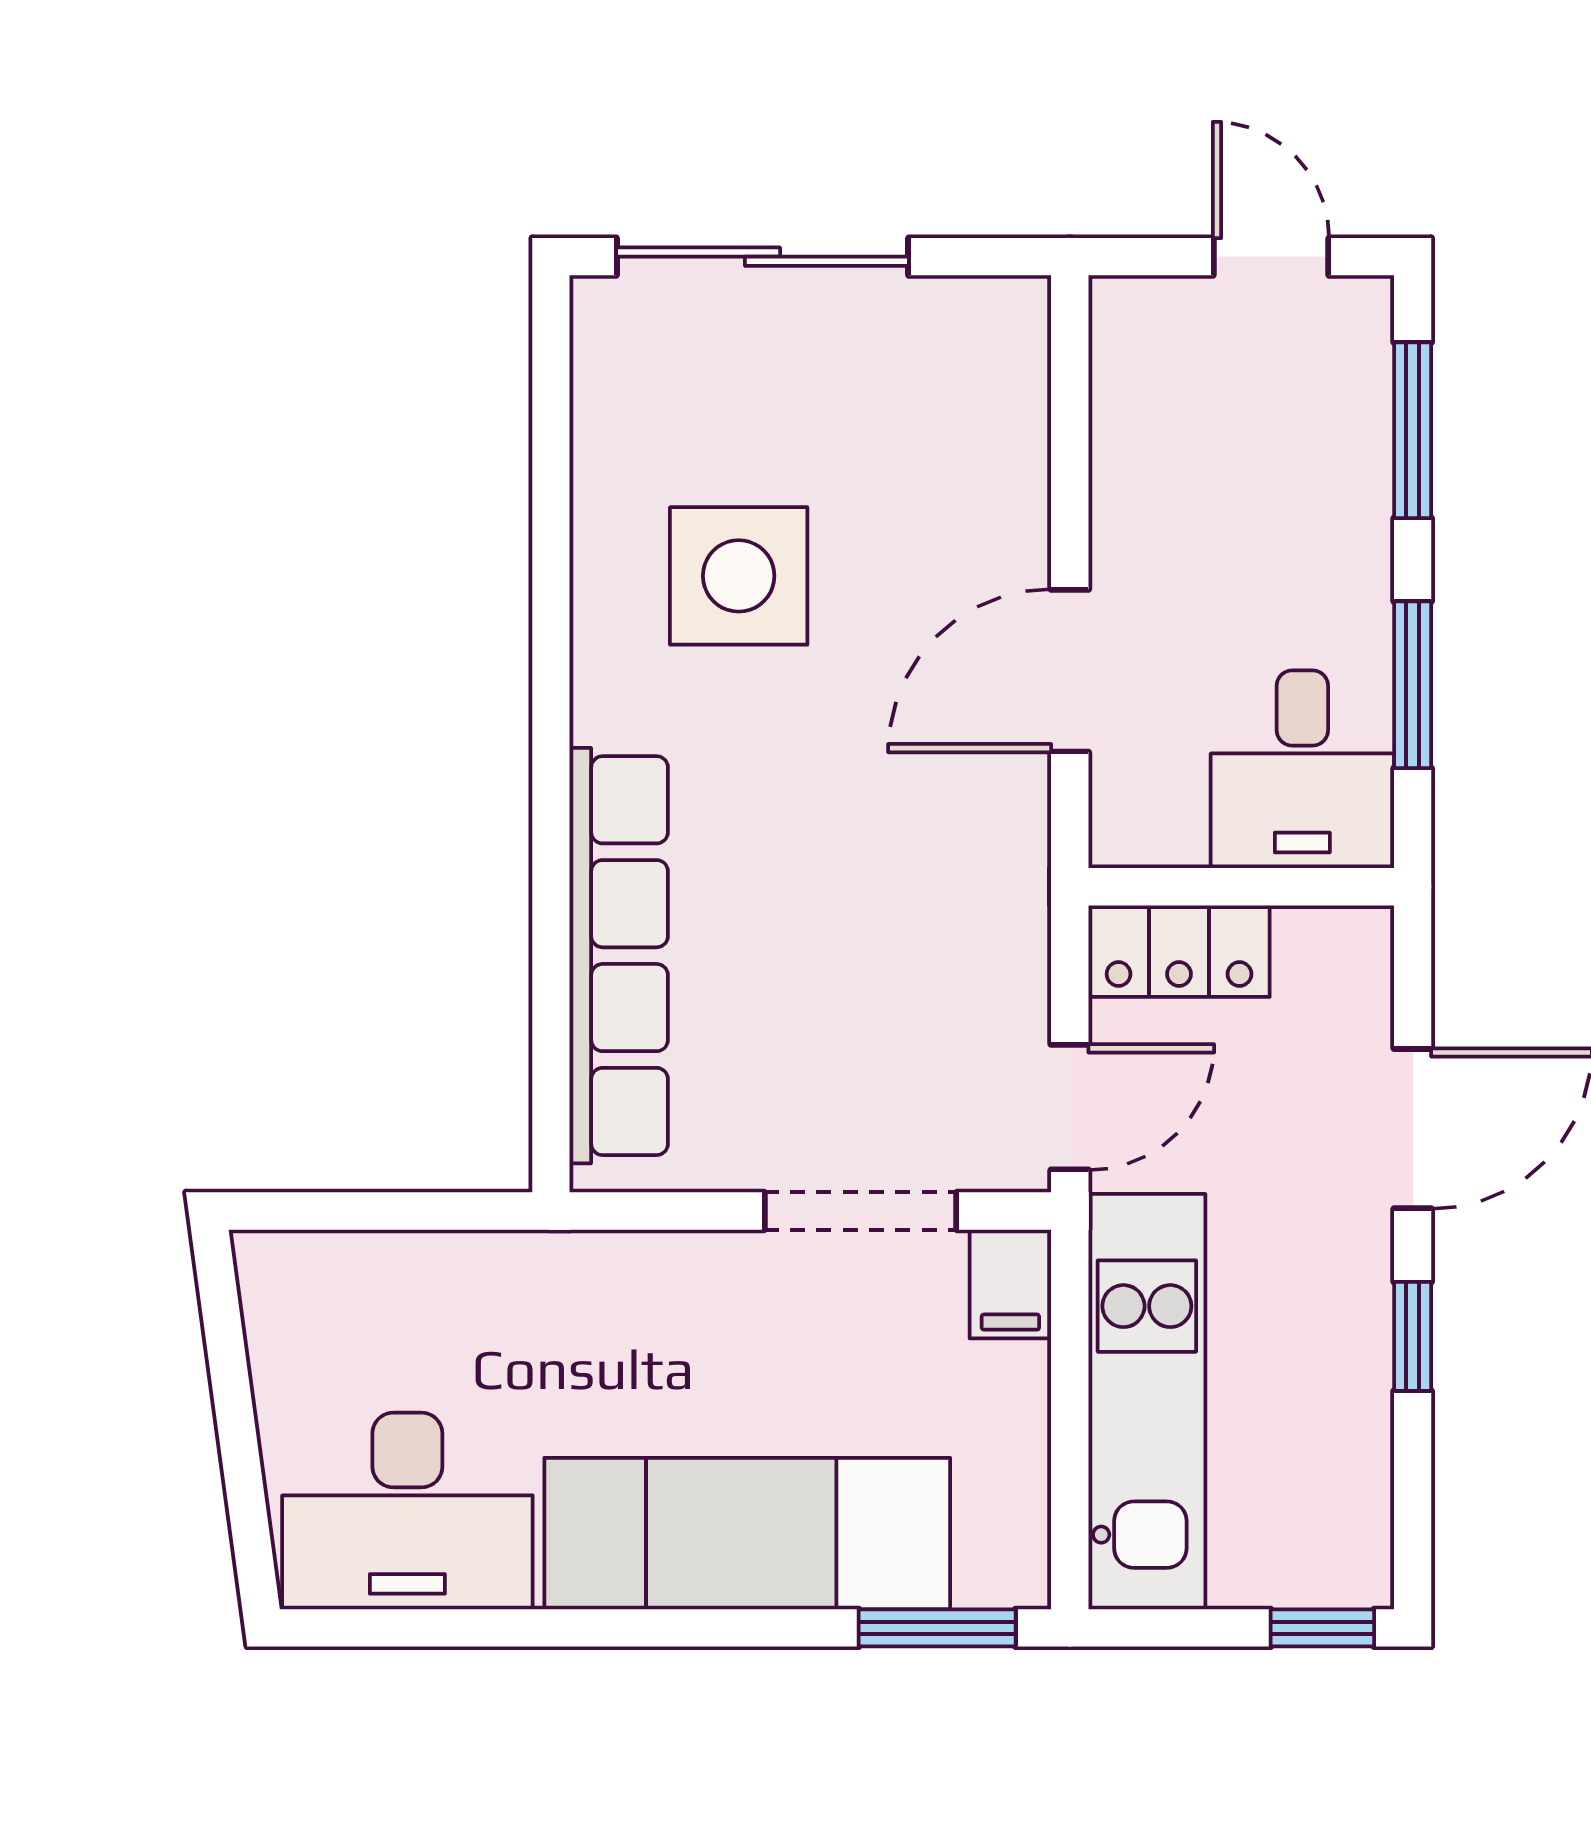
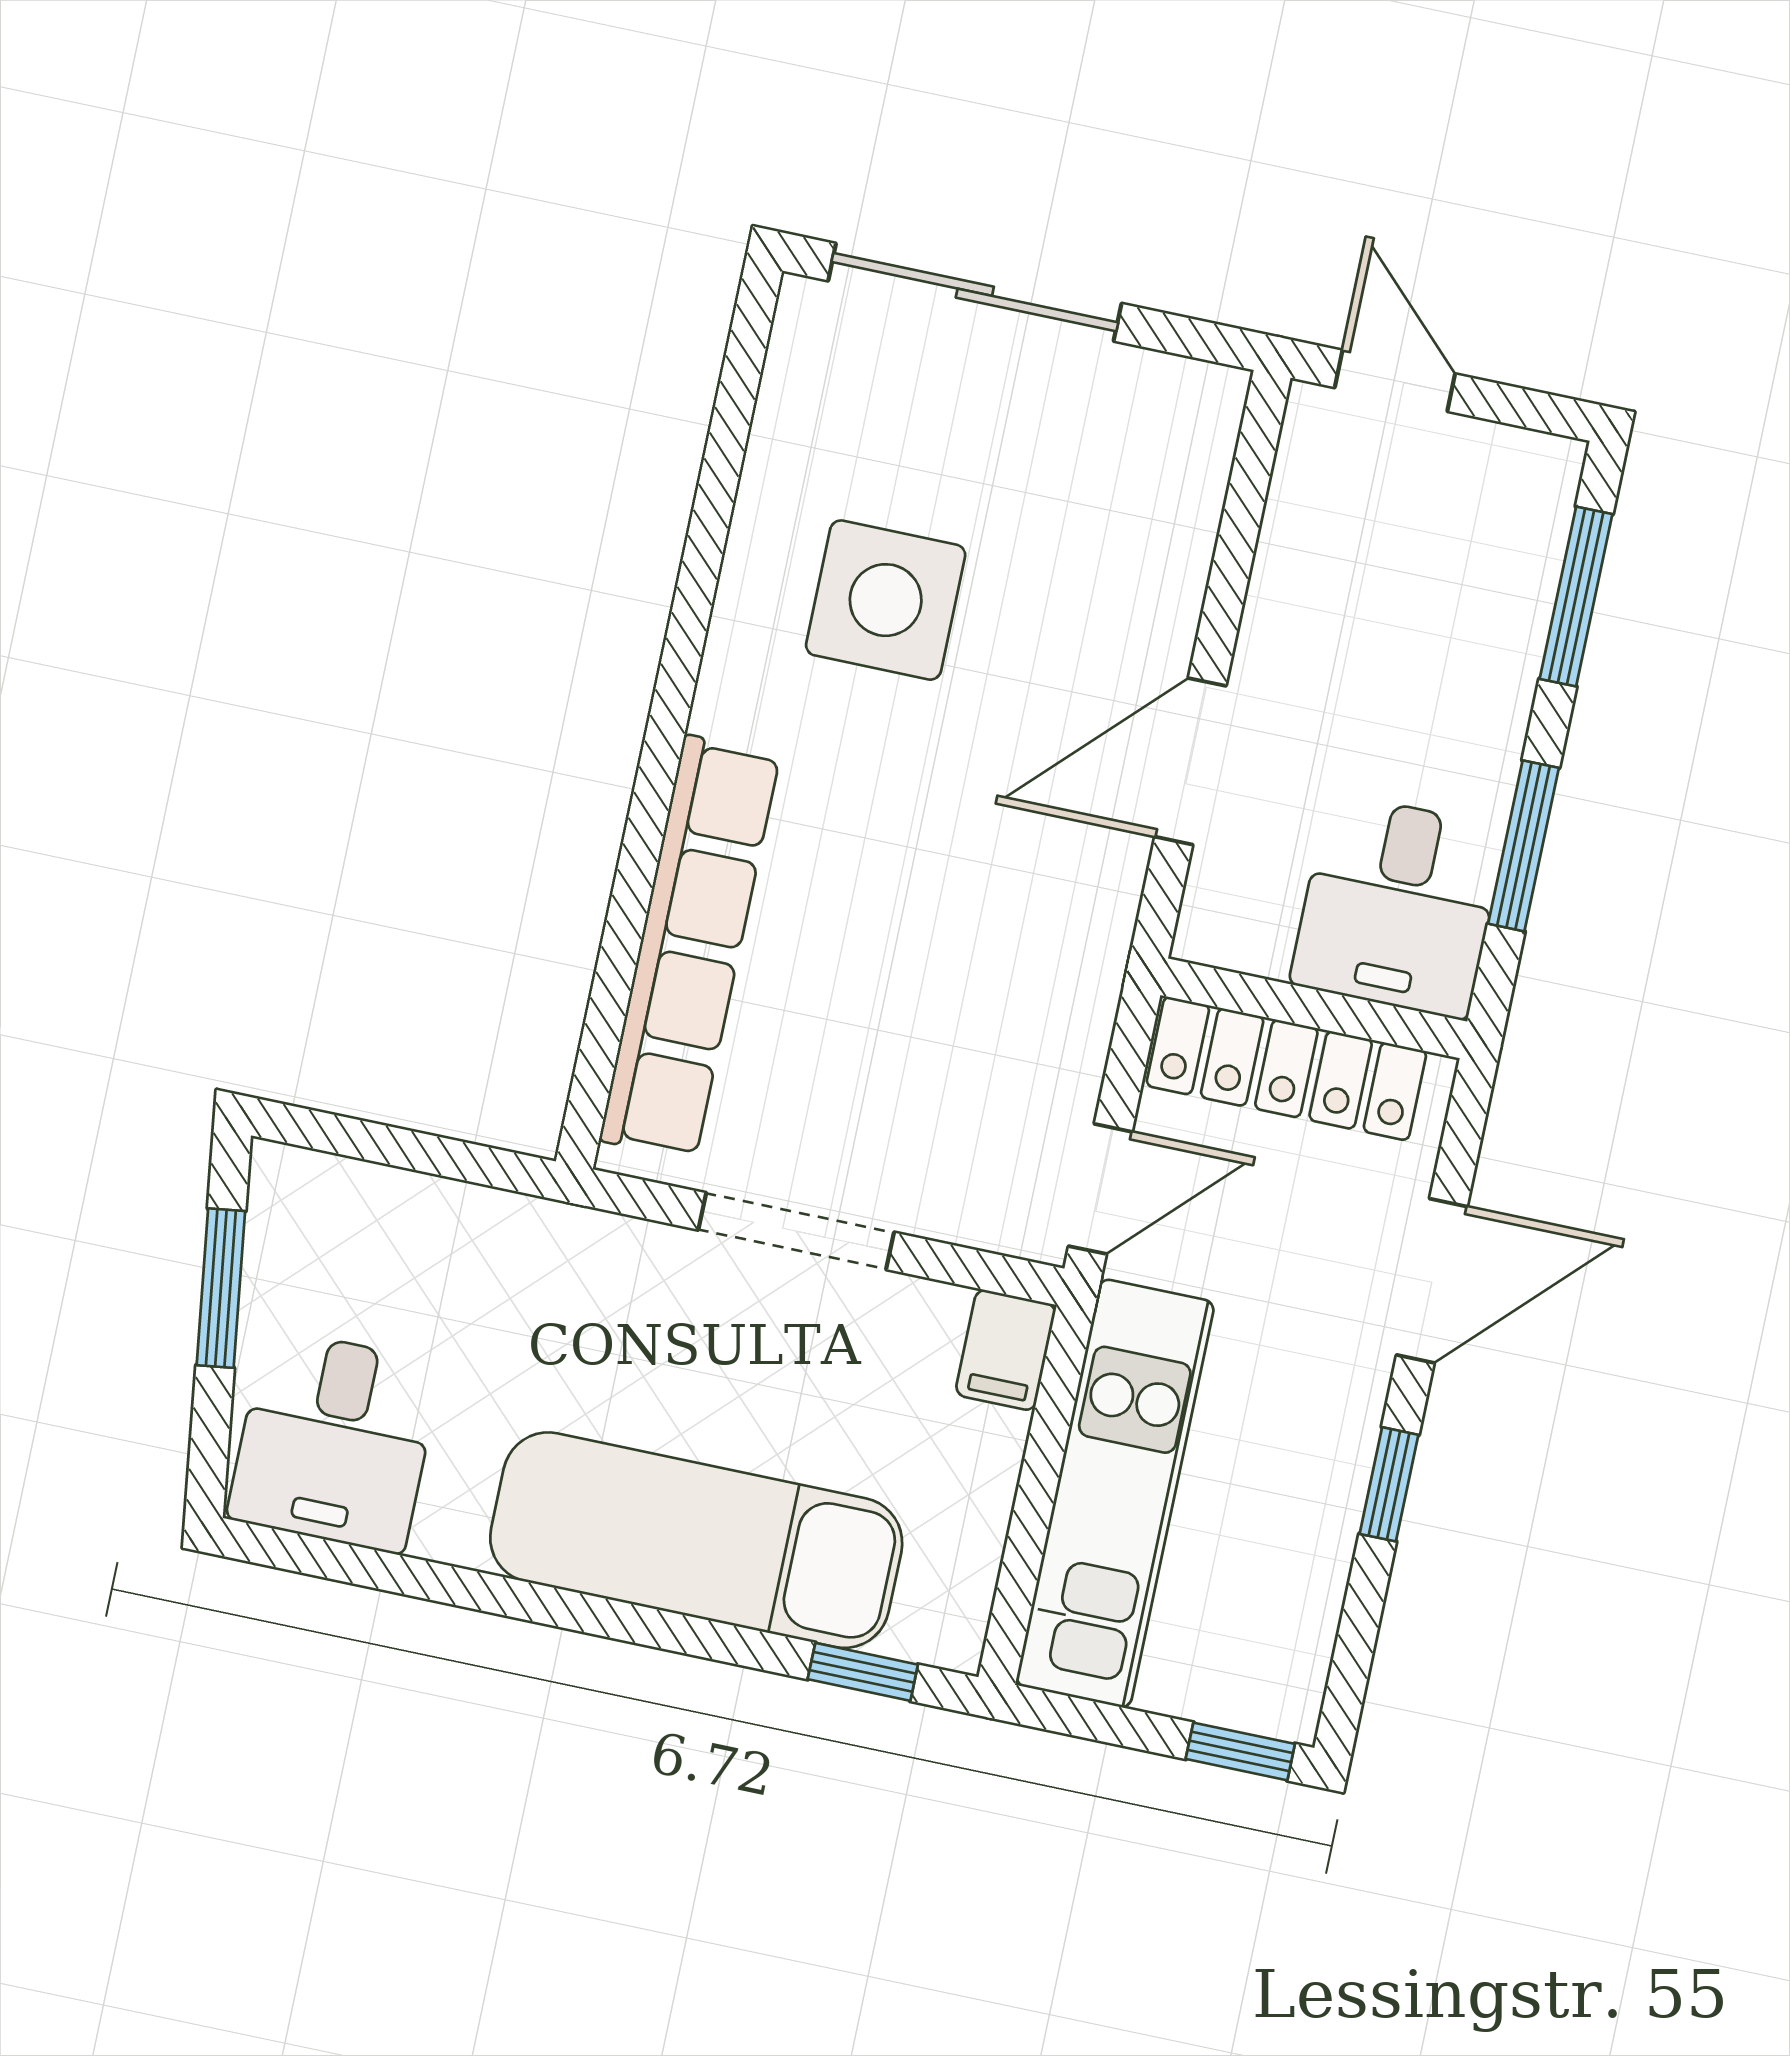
door: (1271, 257) -> (1395, 381), moved
locker: (1179, 951) -> (1286, 1068), width x1.53
doorway: (860, 1211) -> (796, 1231), moved
window: (231, 1385) -> (221, 1288), added
desk: (407, 1511) -> (335, 1441), width x0.73
window: (937, 1628) -> (863, 1672), width x0.67

